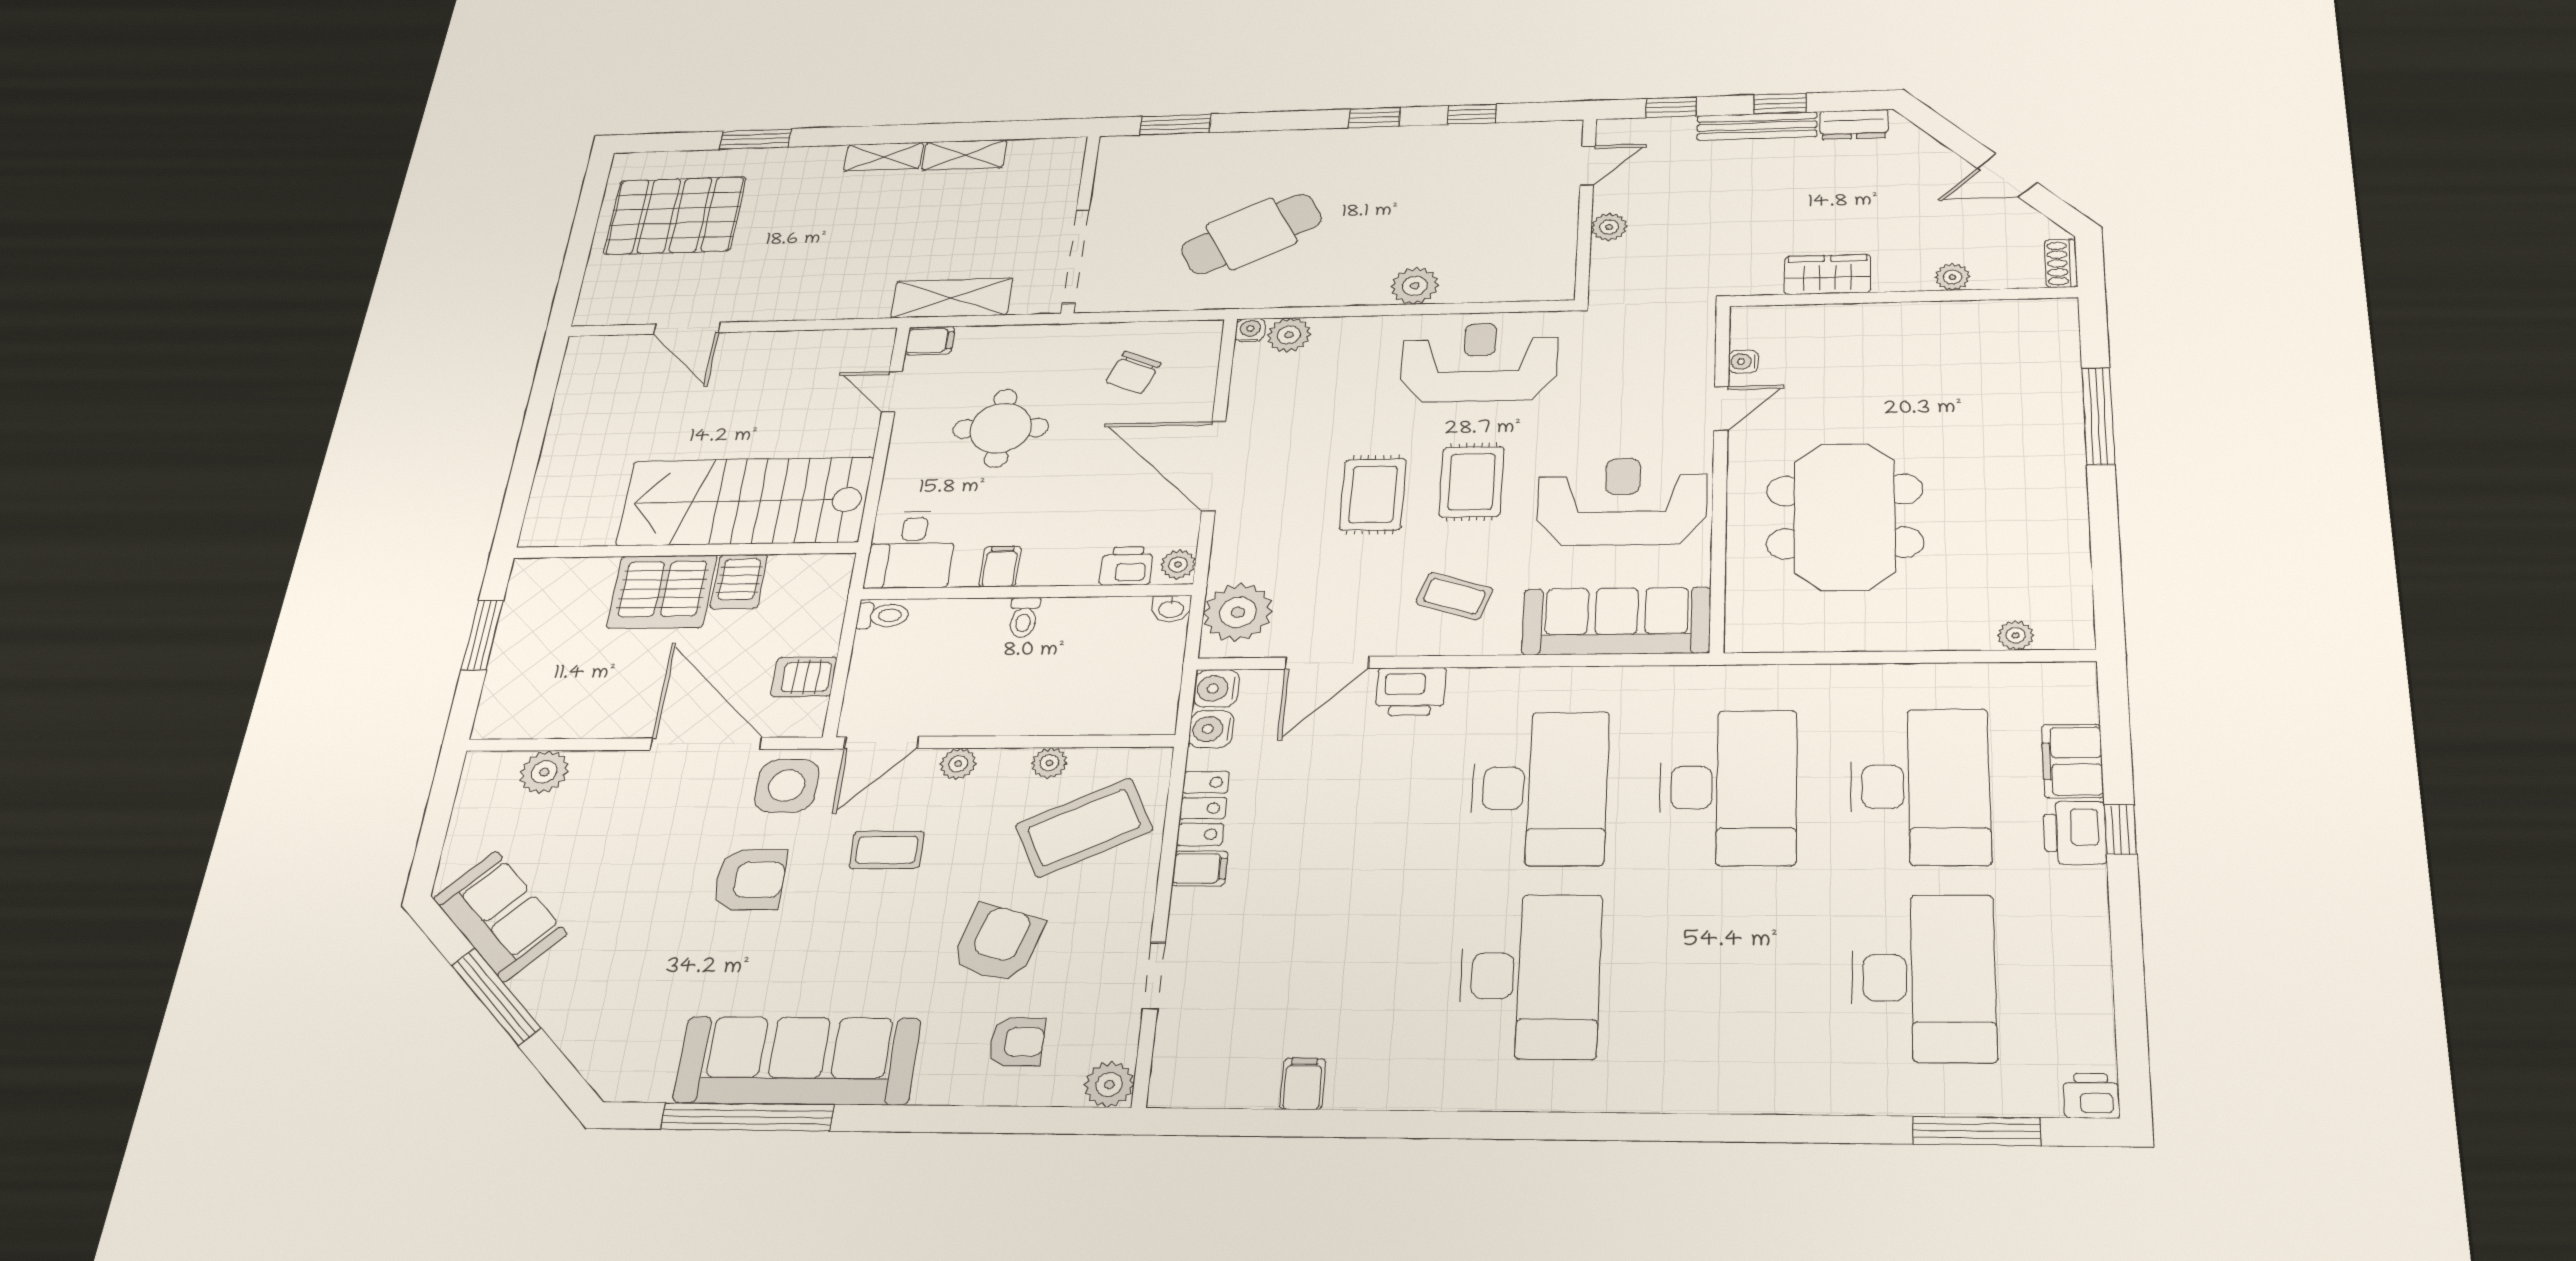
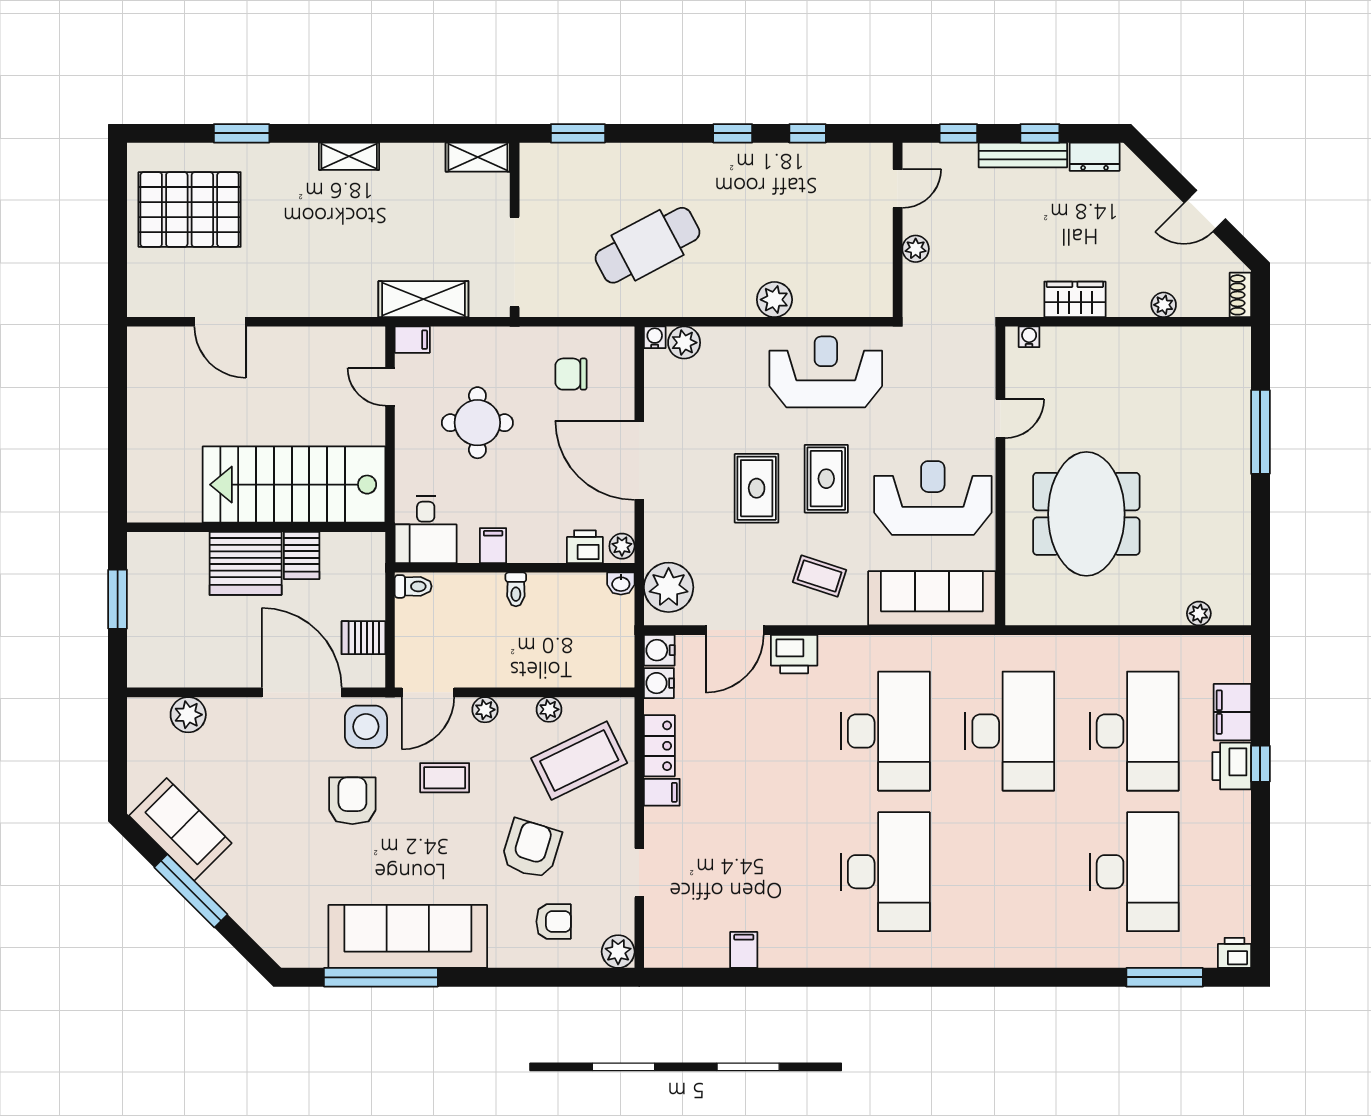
shelving: (964, 155) -> (478, 157), moved
water cooler: (1743, 361) -> (1029, 337), moved, turned 90
chair: (1133, 372) -> (571, 374), turned 68
armchair: (750, 880) -> (352, 801), turned -90

